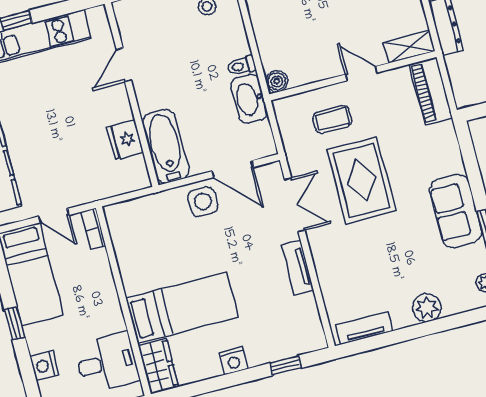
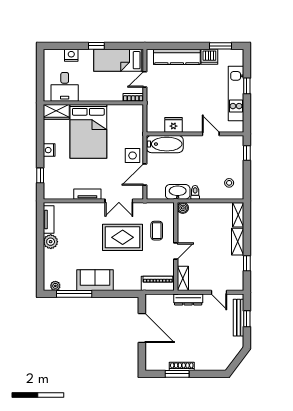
bed: (182, 308) -> (88, 131), width x1.50
plant: (427, 308) -> (51, 242), moved

